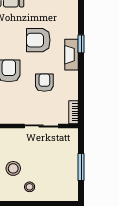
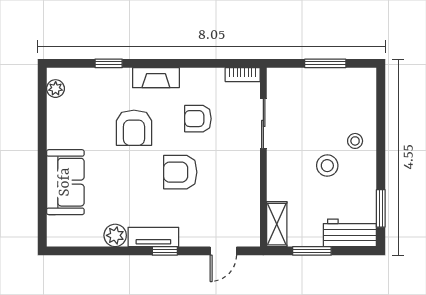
window: (81, 44) -> (109, 63), moved

